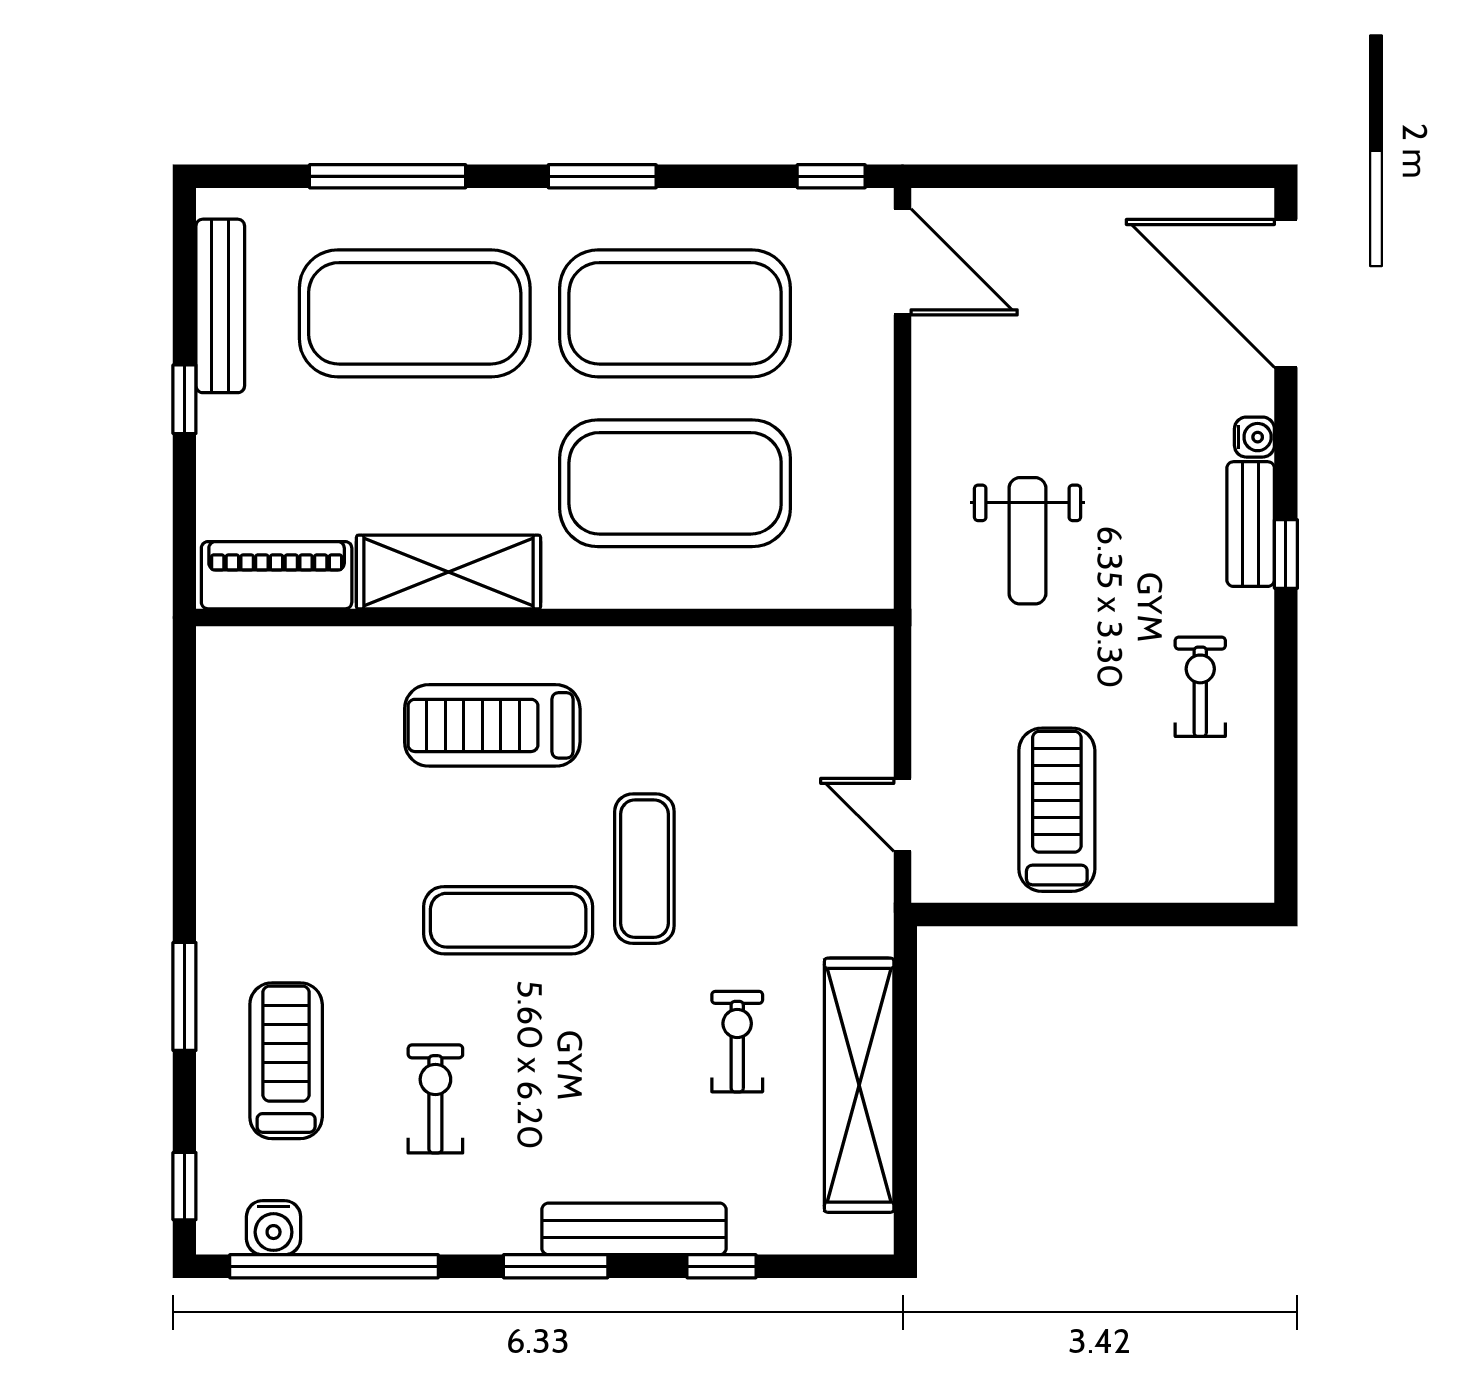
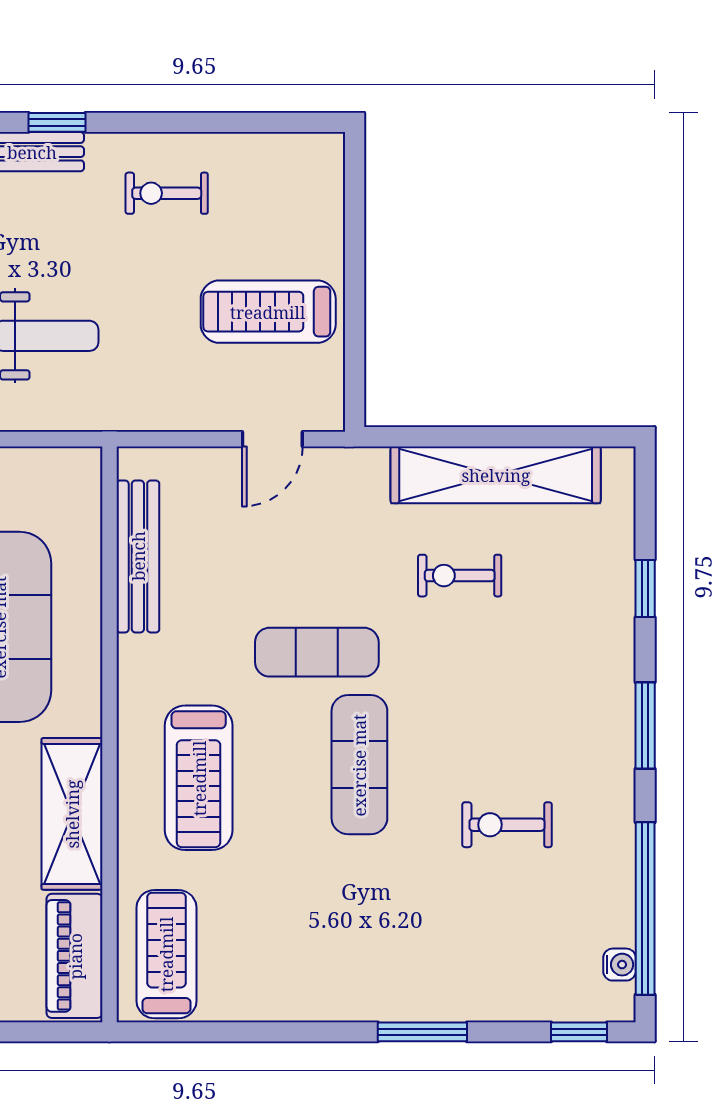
treadmill: (286, 1061) -> (166, 954), moved, turned 90
water cooler: (274, 1228) -> (619, 965), width x0.72, depth x0.72
bench: (634, 1229) -> (138, 556), moved

